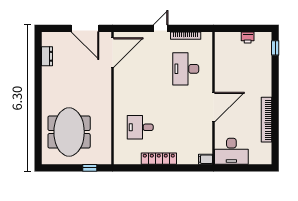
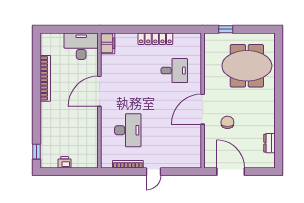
door: (112, 53) -> (203, 109), moved
chair: (88, 77) -> (227, 122), added
meeting table: (69, 132) -> (247, 66), turned 90
filing cabinet: (206, 159) -> (108, 43), width x2.00

